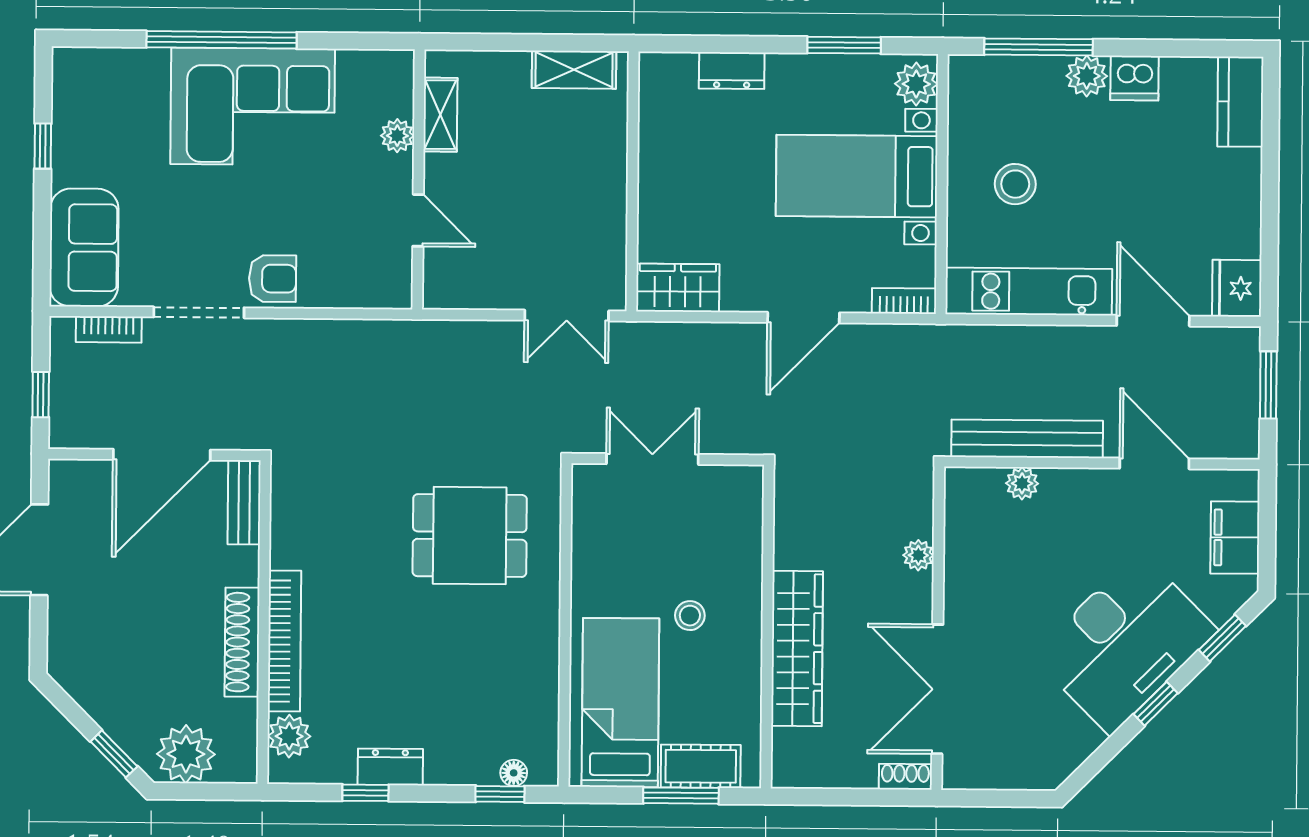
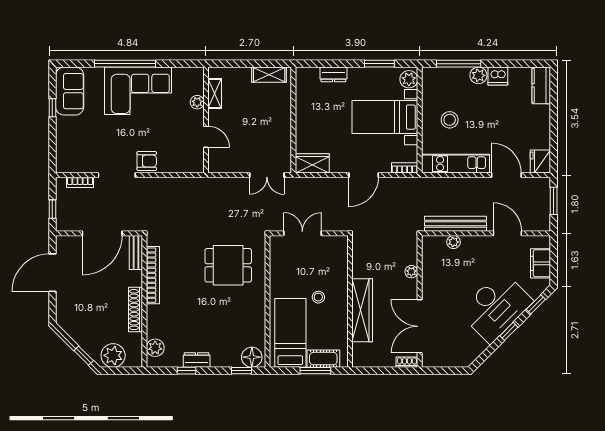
sofa: (84, 248) -> (70, 91), moved
bookcase: (284, 641) -> (153, 275), moved
floor lamp: (514, 773) -> (252, 357), width x1.89, depth x1.89

